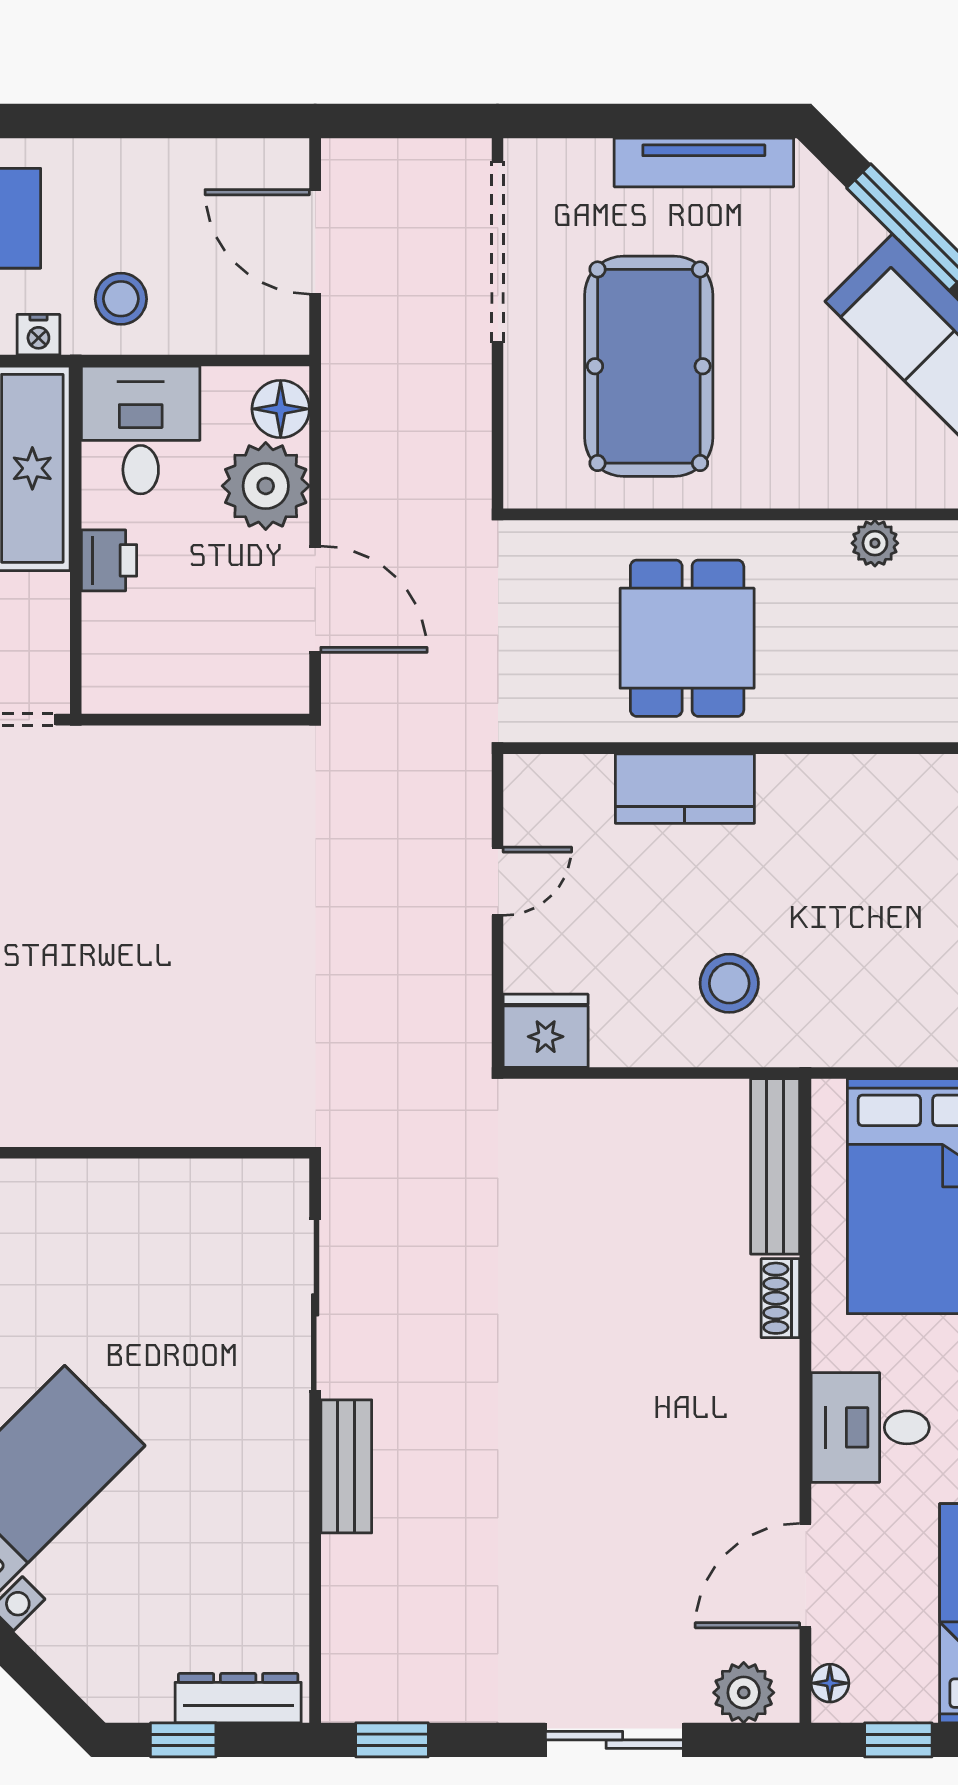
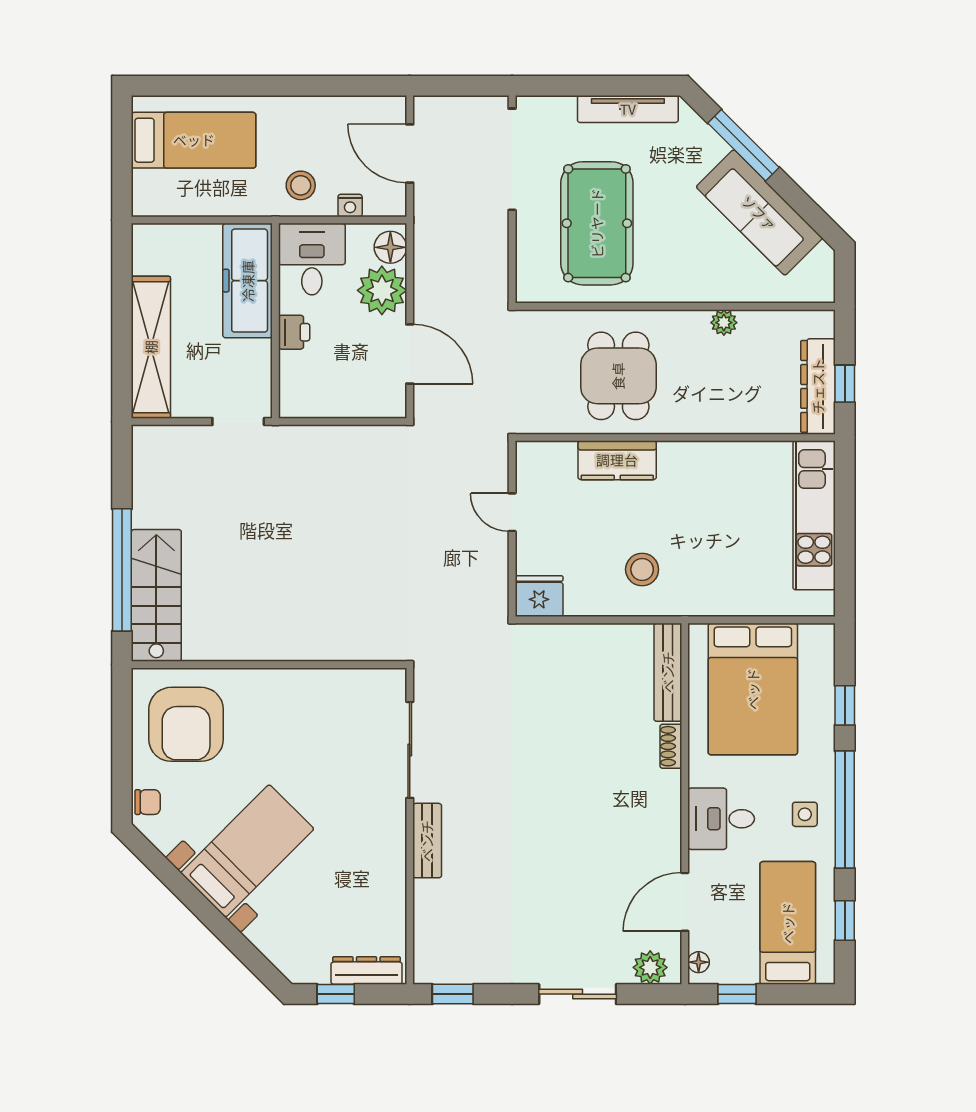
nightstand: (38, 335) -> (350, 206), moved
door: (498, 881) -> (512, 512), swing flipped

